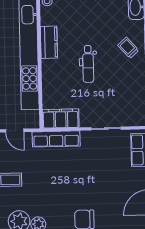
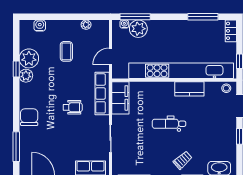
wheelchair: (72, 171) -> (73, 107), added

